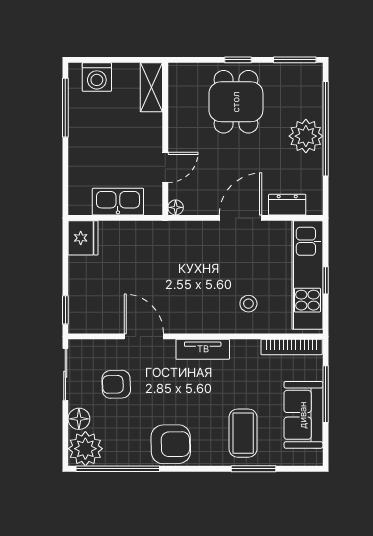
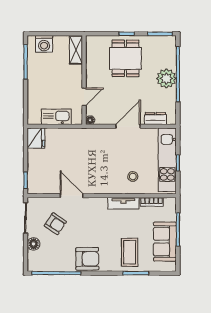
bookcase: (292, 347) -> (152, 202), width x0.64
tv unit: (203, 349) -> (123, 203), moved
armchair: (116, 384) -> (55, 224), turned -144
plant: (85, 449) -> (37, 261), removed

